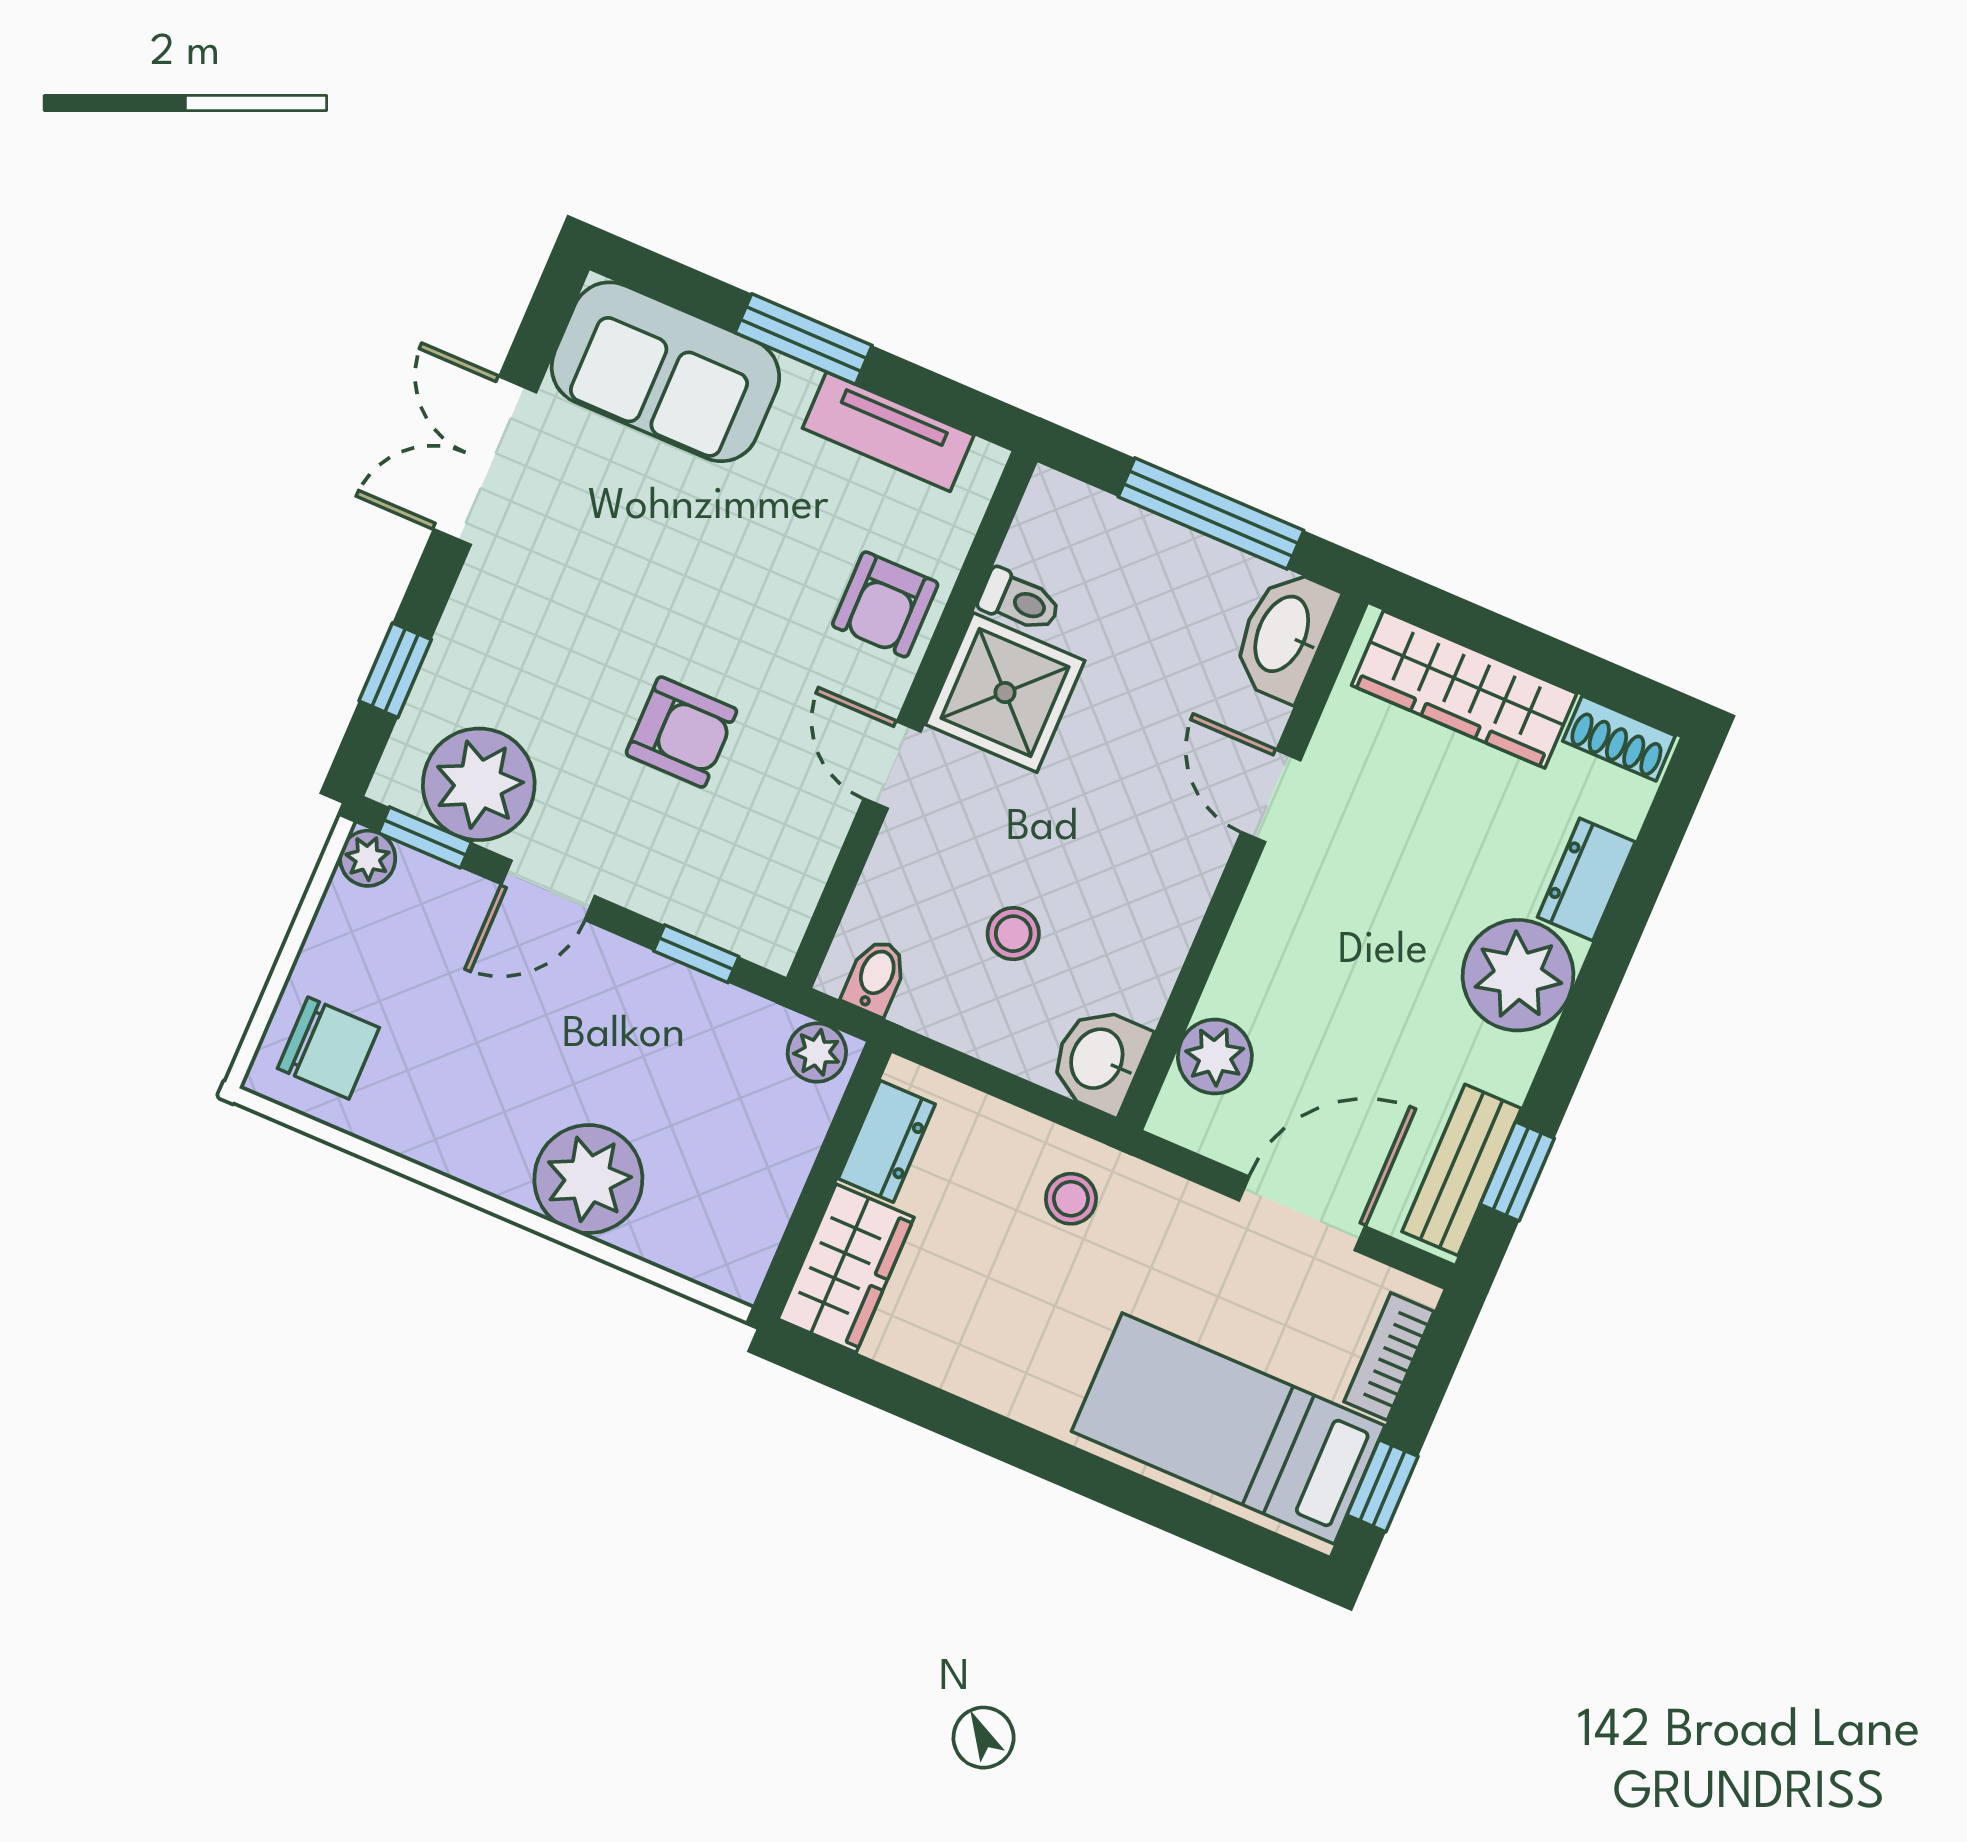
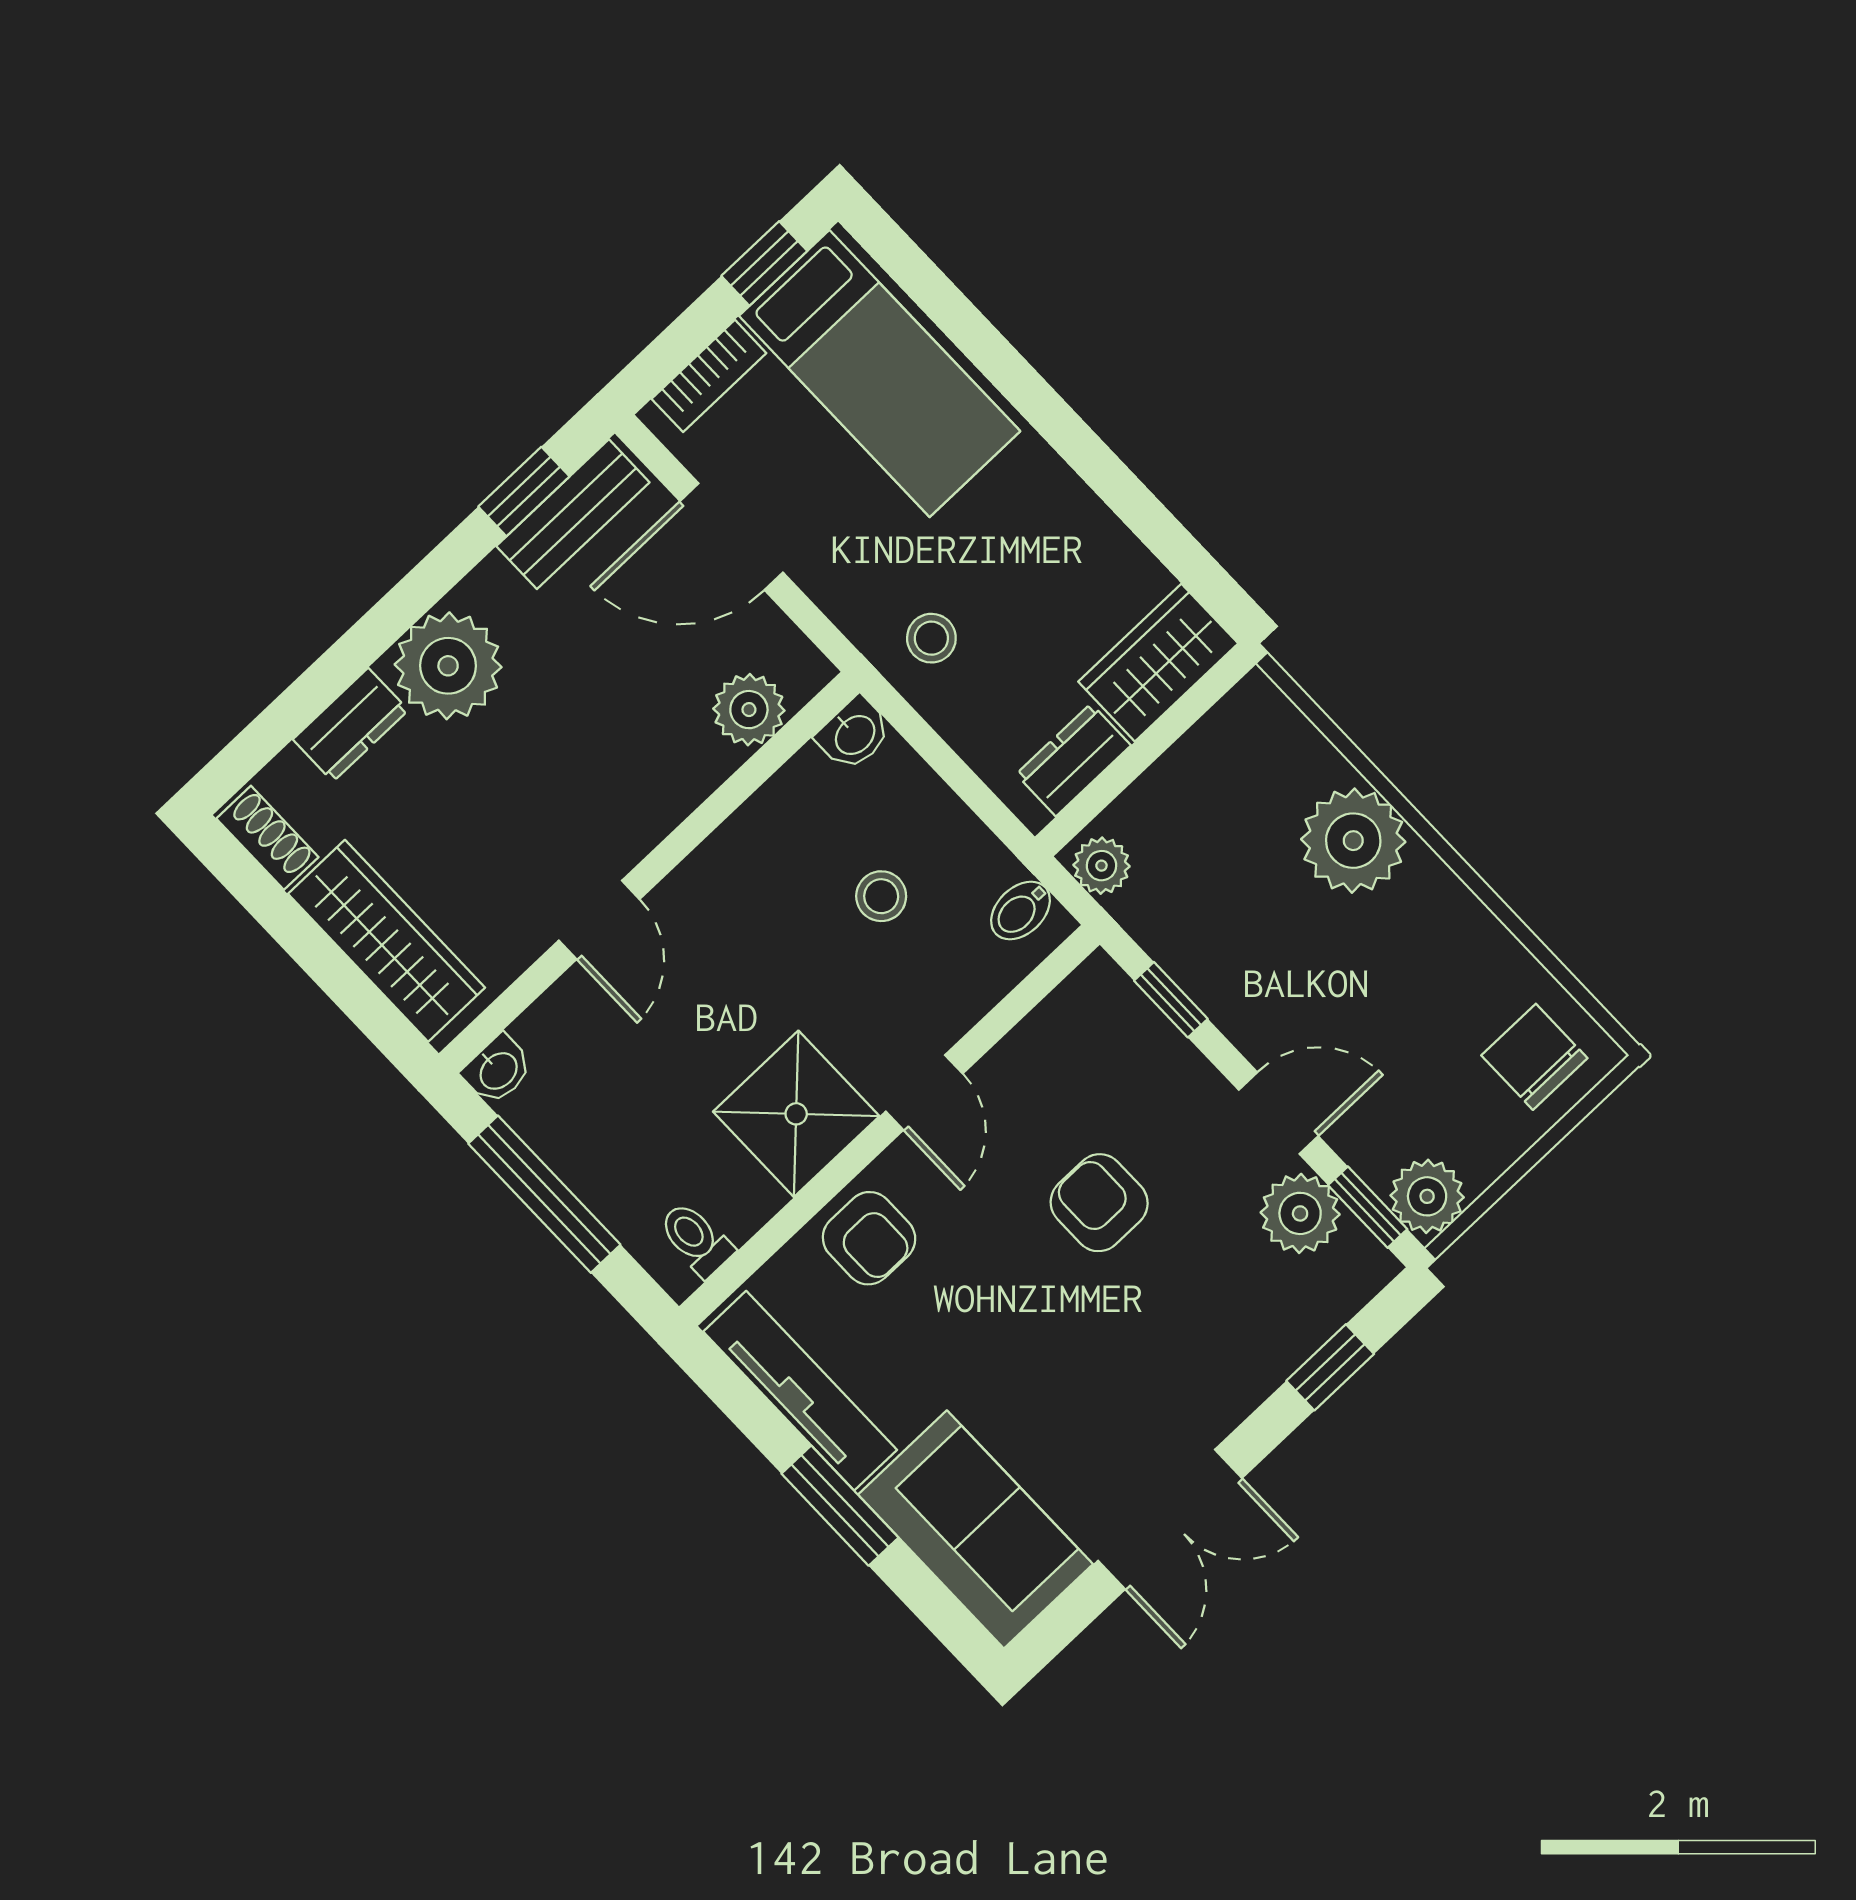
tv unit: (888, 432) -> (800, 1391), width x1.41
toilet: (1020, 601) -> (696, 1239), moved
armchair: (885, 604) -> (869, 1238), turned 90
washbasin: (1284, 635) -> (498, 1070), width x0.52, depth x0.69
plant: (479, 784) -> (1300, 1213), width x0.73, depth x0.73
plant: (368, 858) -> (1427, 1196), width x1.38, depth x1.38
washbasin: (1099, 1059) -> (854, 734), width x0.72, depth x0.69

